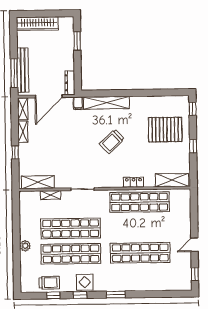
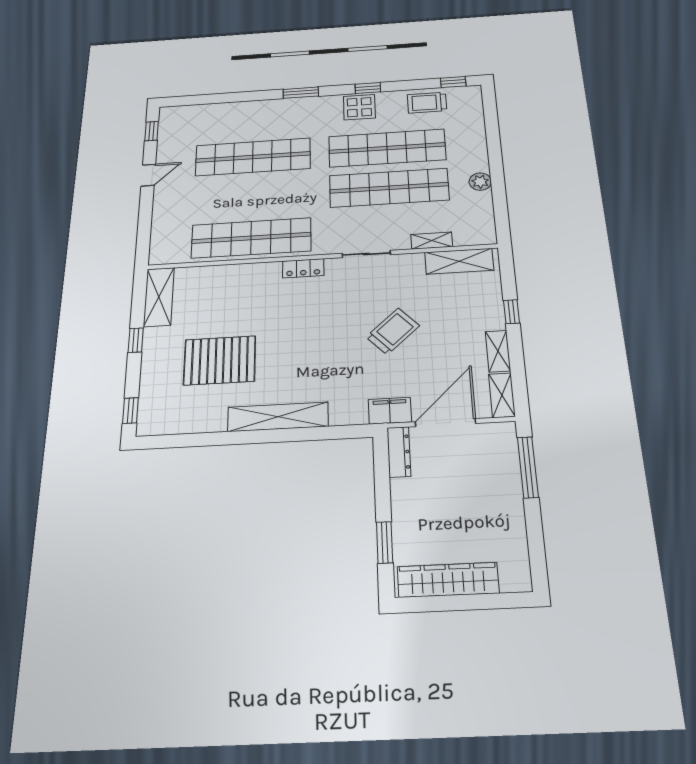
wardrobe: (37, 24) -> (448, 580), moved
bench: (23, 70) -> (508, 474), removed
filing cabinet: (78, 103) -> (390, 411), width x2.00
shelving: (106, 103) -> (278, 417), moved
pallet: (165, 130) -> (220, 360), moved
trolley: (112, 141) -> (393, 331), moved
shelving: (172, 180) -> (159, 297), moved, turned 90
locker: (134, 182) -> (303, 268), moved
plant: (25, 246) -> (480, 182), moved
window: (53, 295) -> (453, 82), moved

